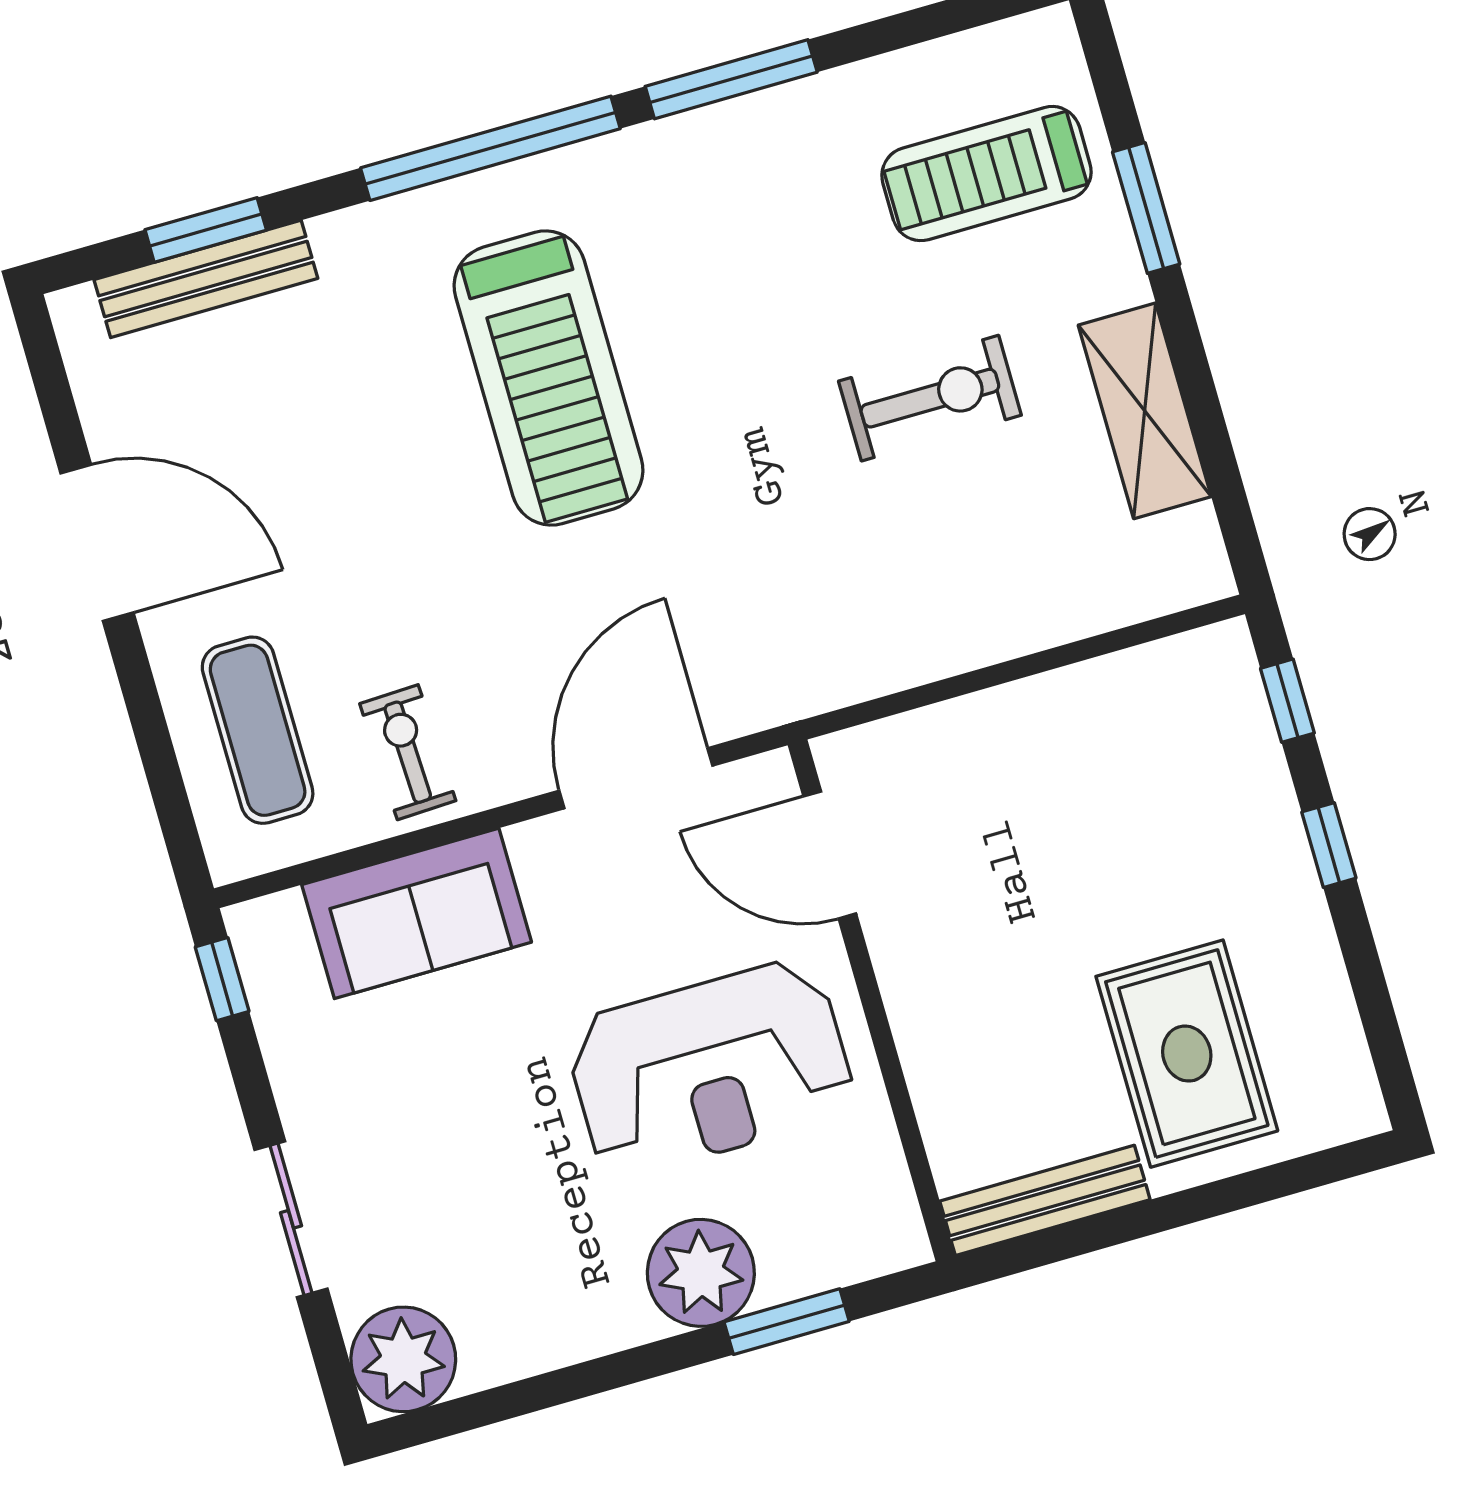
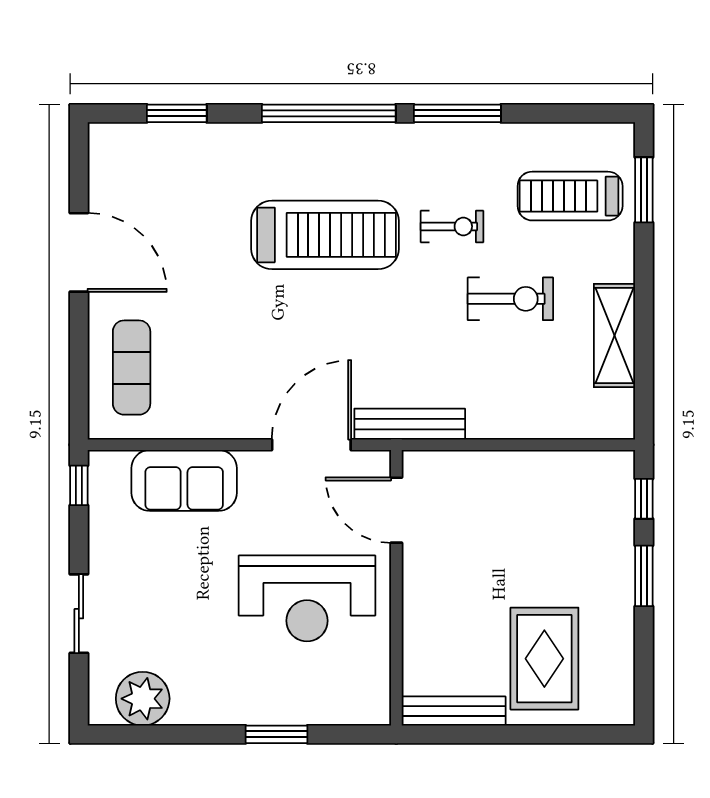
window: (1146, 208) -> (644, 190), moved
bench: (206, 279) -> (410, 424), moved
treadmill: (548, 378) -> (325, 235), turned -90
exercise bike: (408, 752) -> (452, 226), moved, turned 92
window: (1329, 845) -> (644, 576), width x1.50
plant: (701, 1273) -> (274, 698), removed
window: (787, 1322) -> (276, 734), moved
plant: (403, 1359) -> (143, 699), moved

